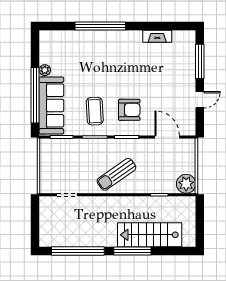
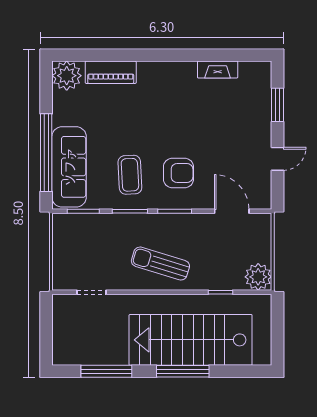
window: (100, 26) -> (138, 55), removed
piano: (81, 38) -> (111, 72), added
window: (200, 61) -> (277, 105), width x0.69
plant: (45, 70) -> (67, 76), moved, width x1.87, depth x1.87
sun lounger: (116, 174) -> (160, 264), turned 52
stairs: (150, 235) -> (191, 340), width x1.36, depth x1.51
window: (78, 251) -> (106, 371), width x0.68

